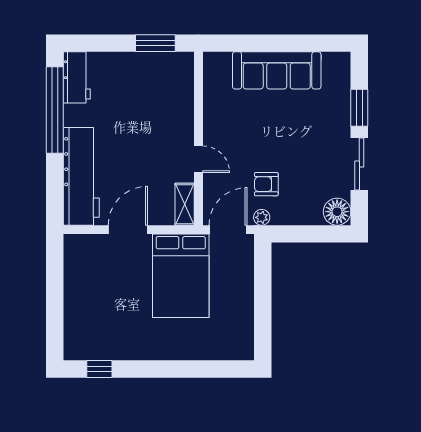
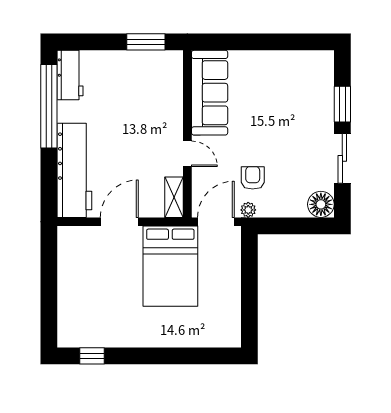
sofa: (277, 70) -> (210, 93), moved, turned -90
armchair: (266, 184) -> (253, 178), turned 90

